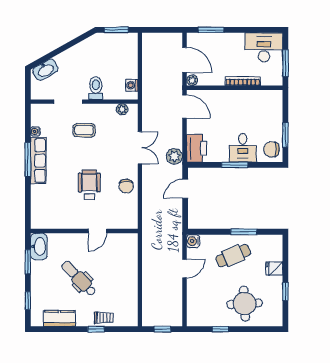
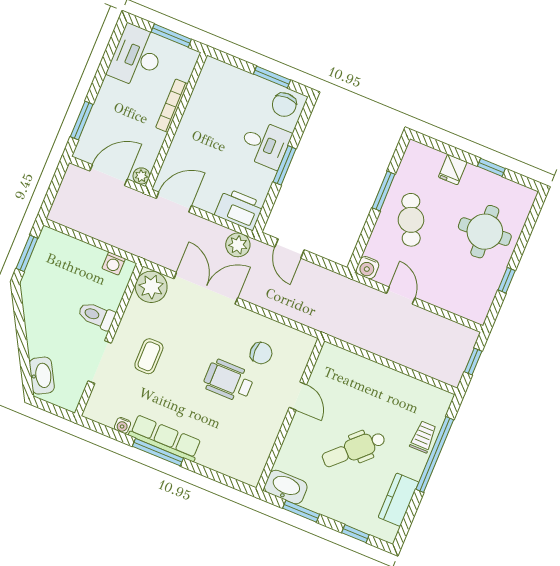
plant: (122, 109) -> (151, 287), width x1.88, depth x1.88
double door: (140, 148) -> (206, 288), width x1.37
chair: (126, 186) -> (261, 353), moved
window: (96, 329) -> (435, 455), width x3.17

